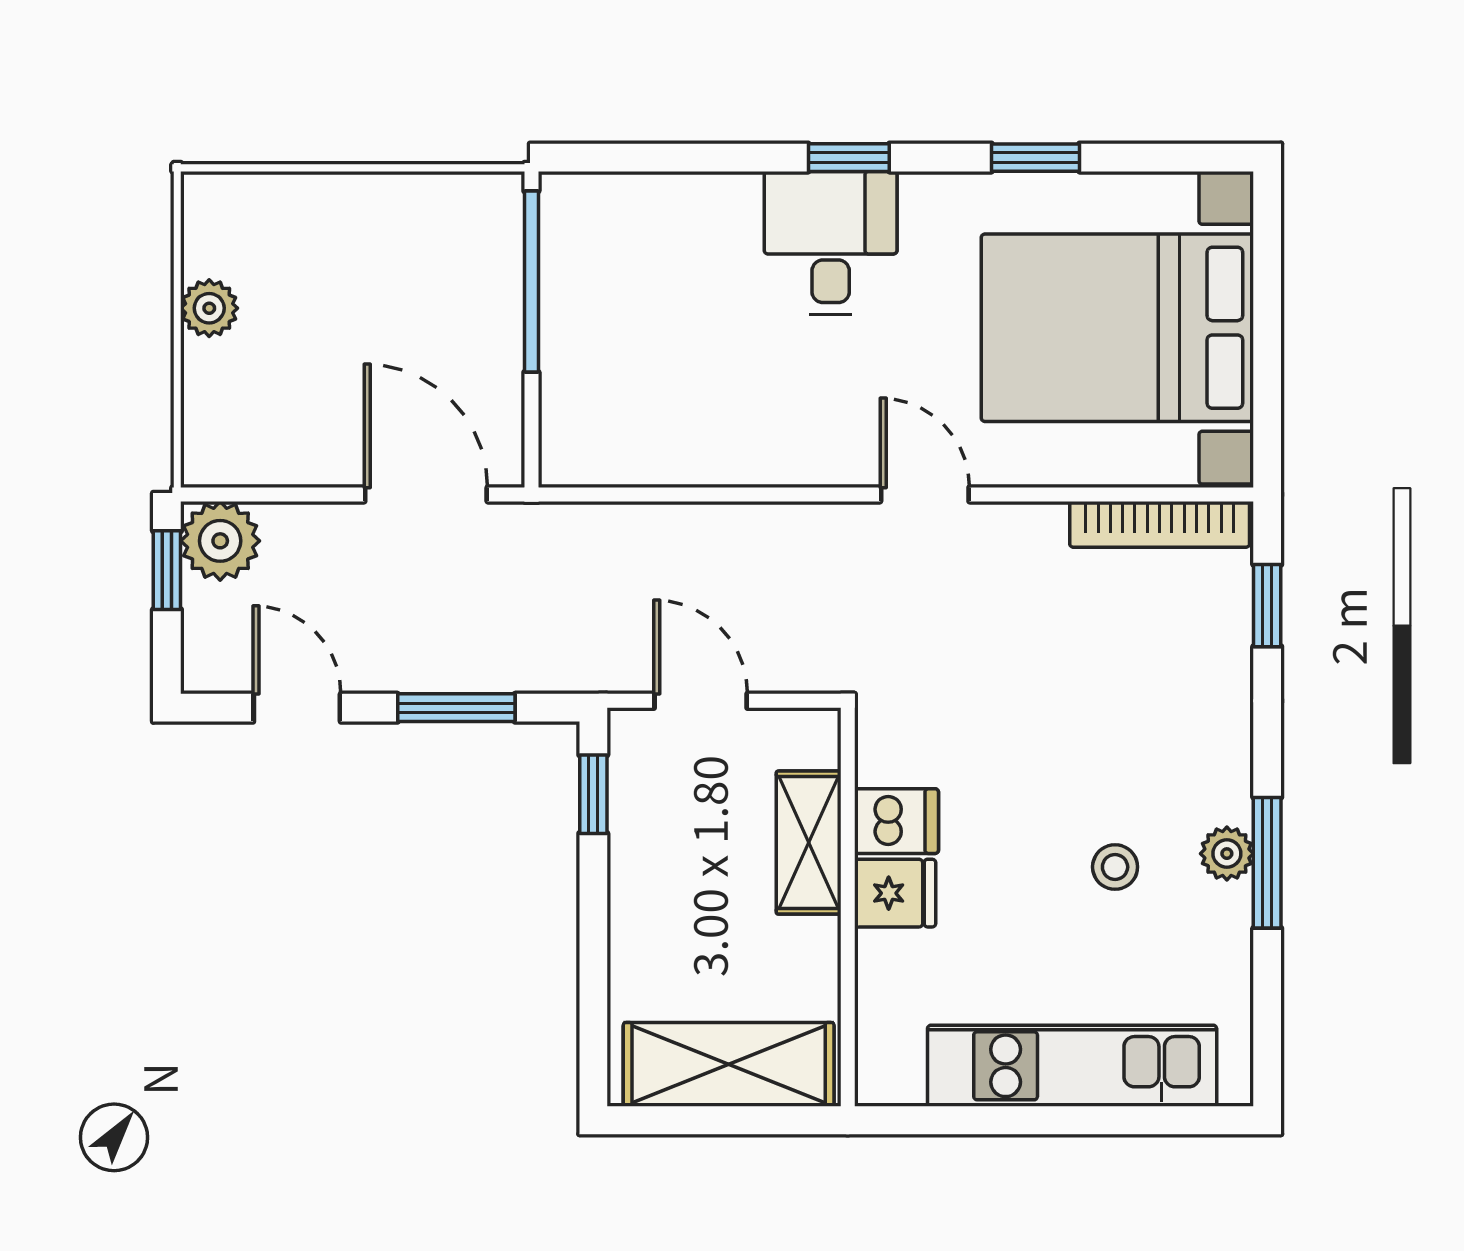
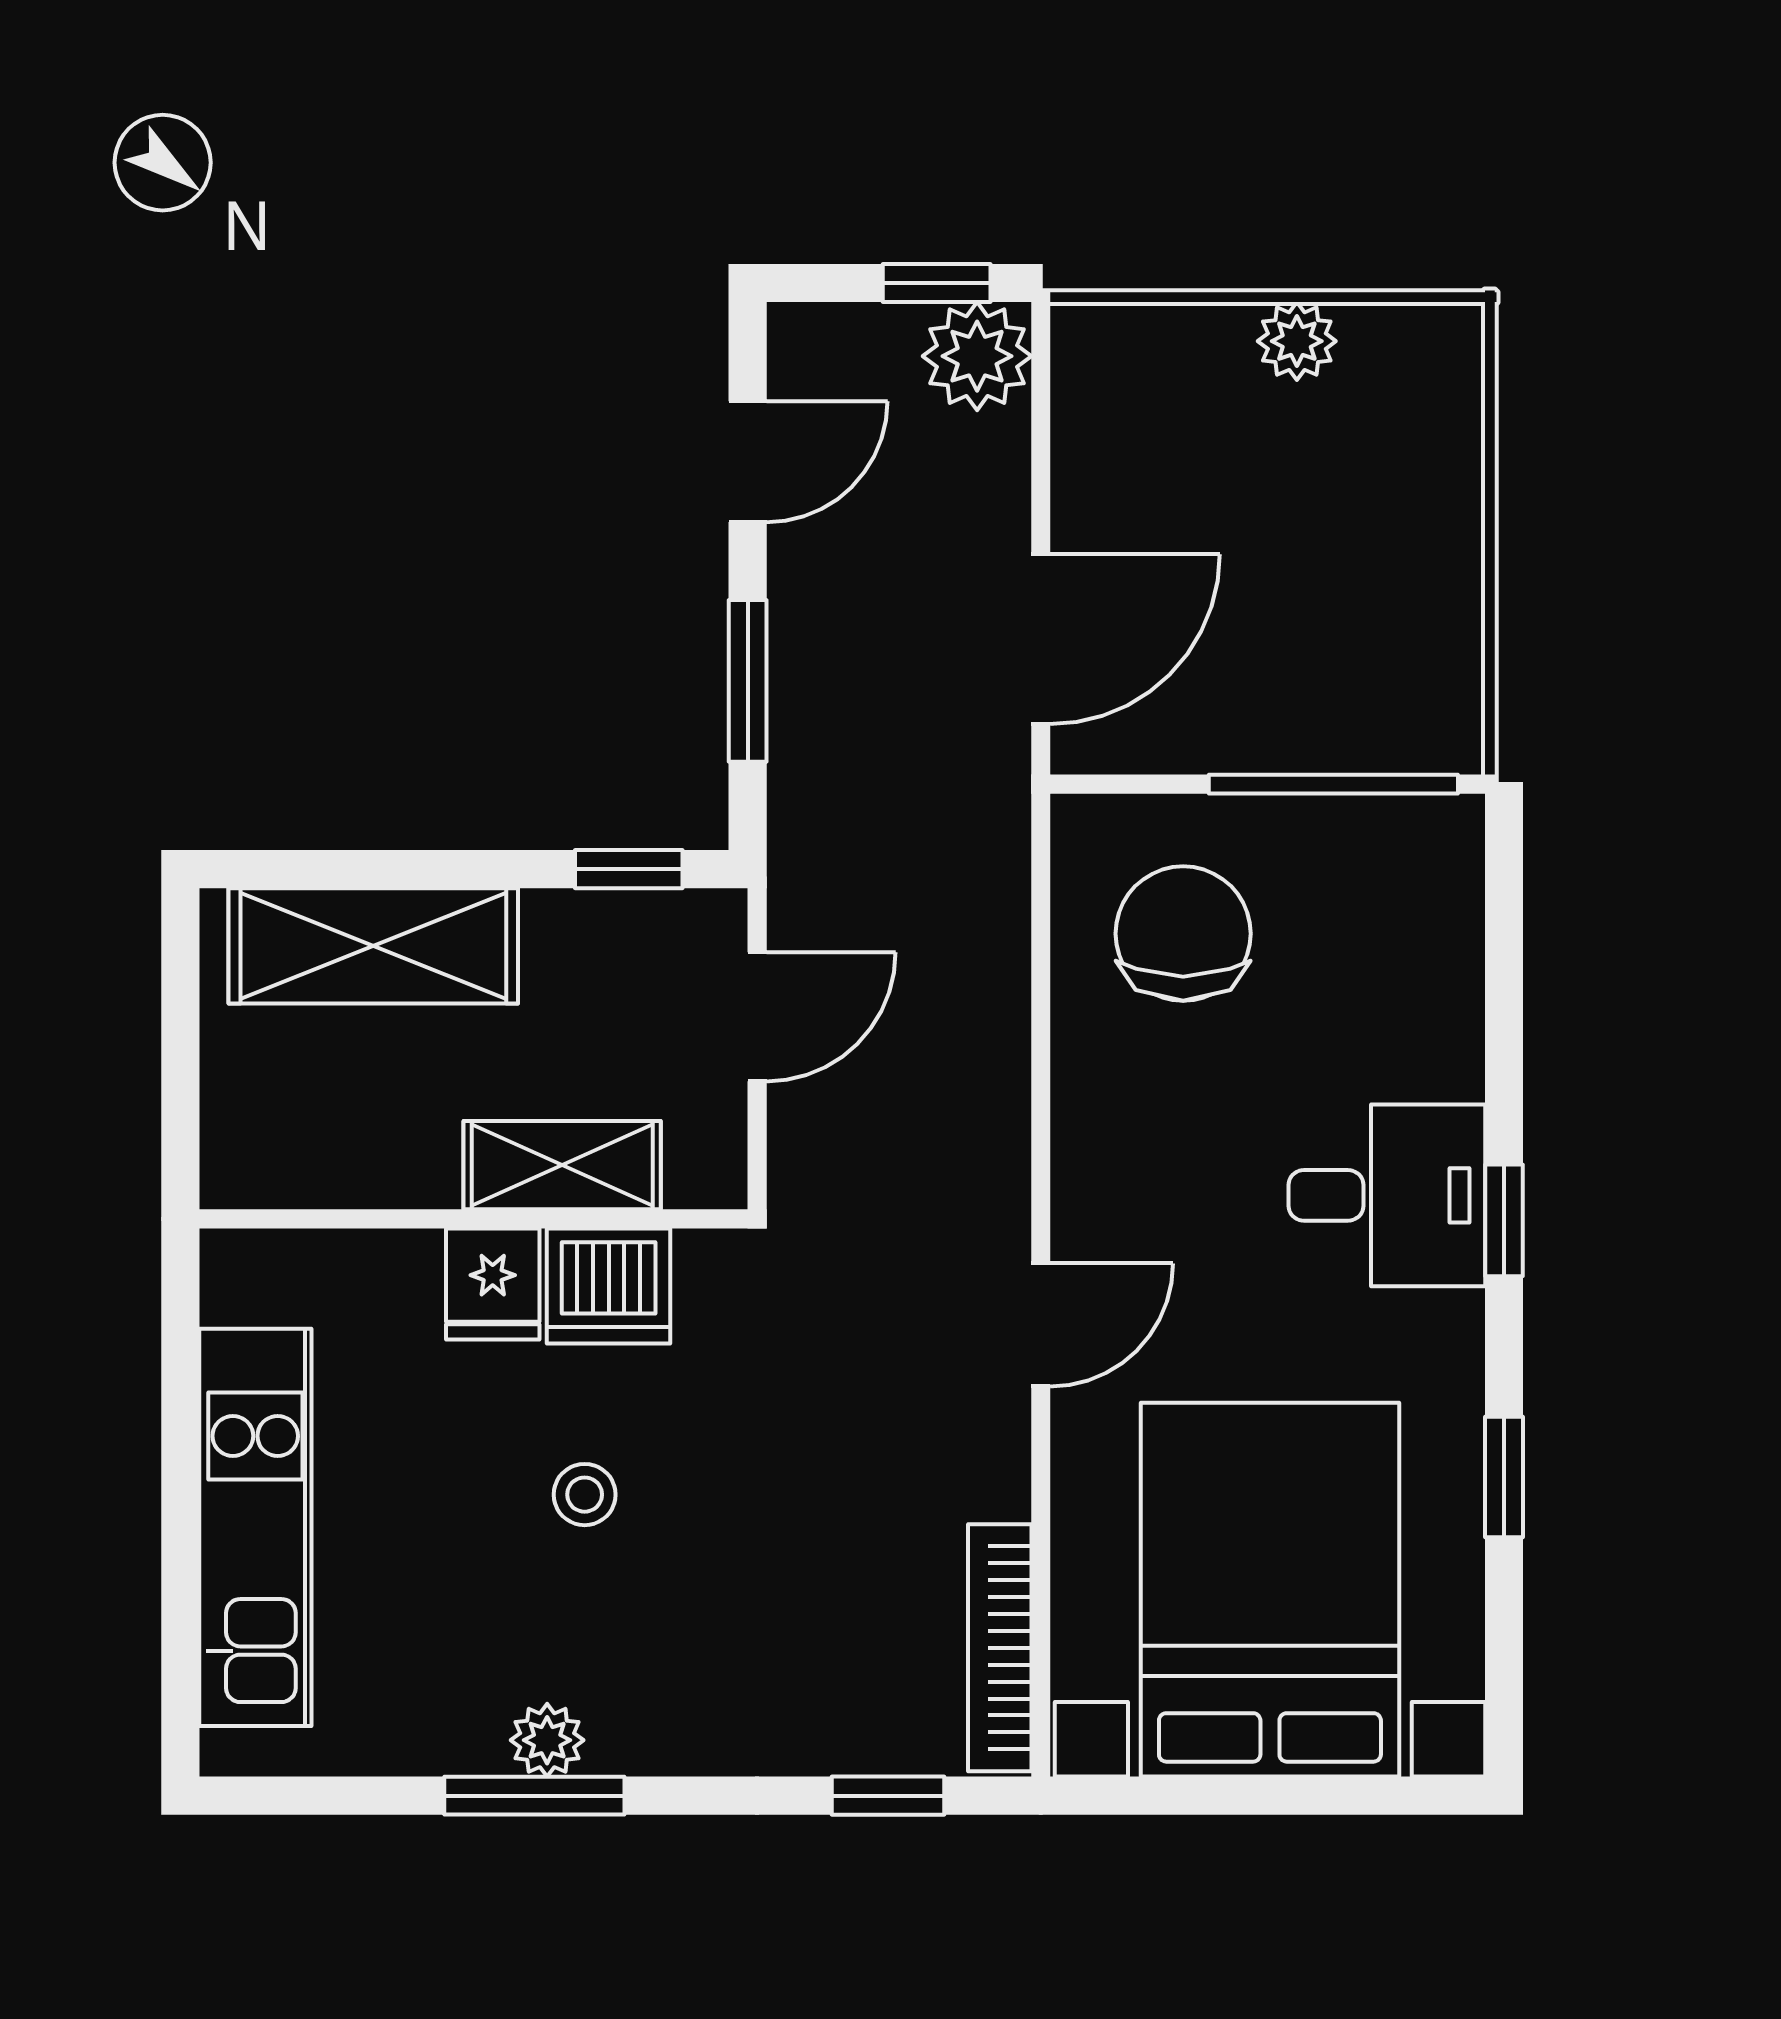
chair: (640, 391) -> (1183, 934), added
dishwasher: (897, 821) -> (609, 1286), width x1.38
stool: (1115, 867) -> (585, 1495), moved
shelving: (729, 1064) -> (373, 946), moved, turned 90

